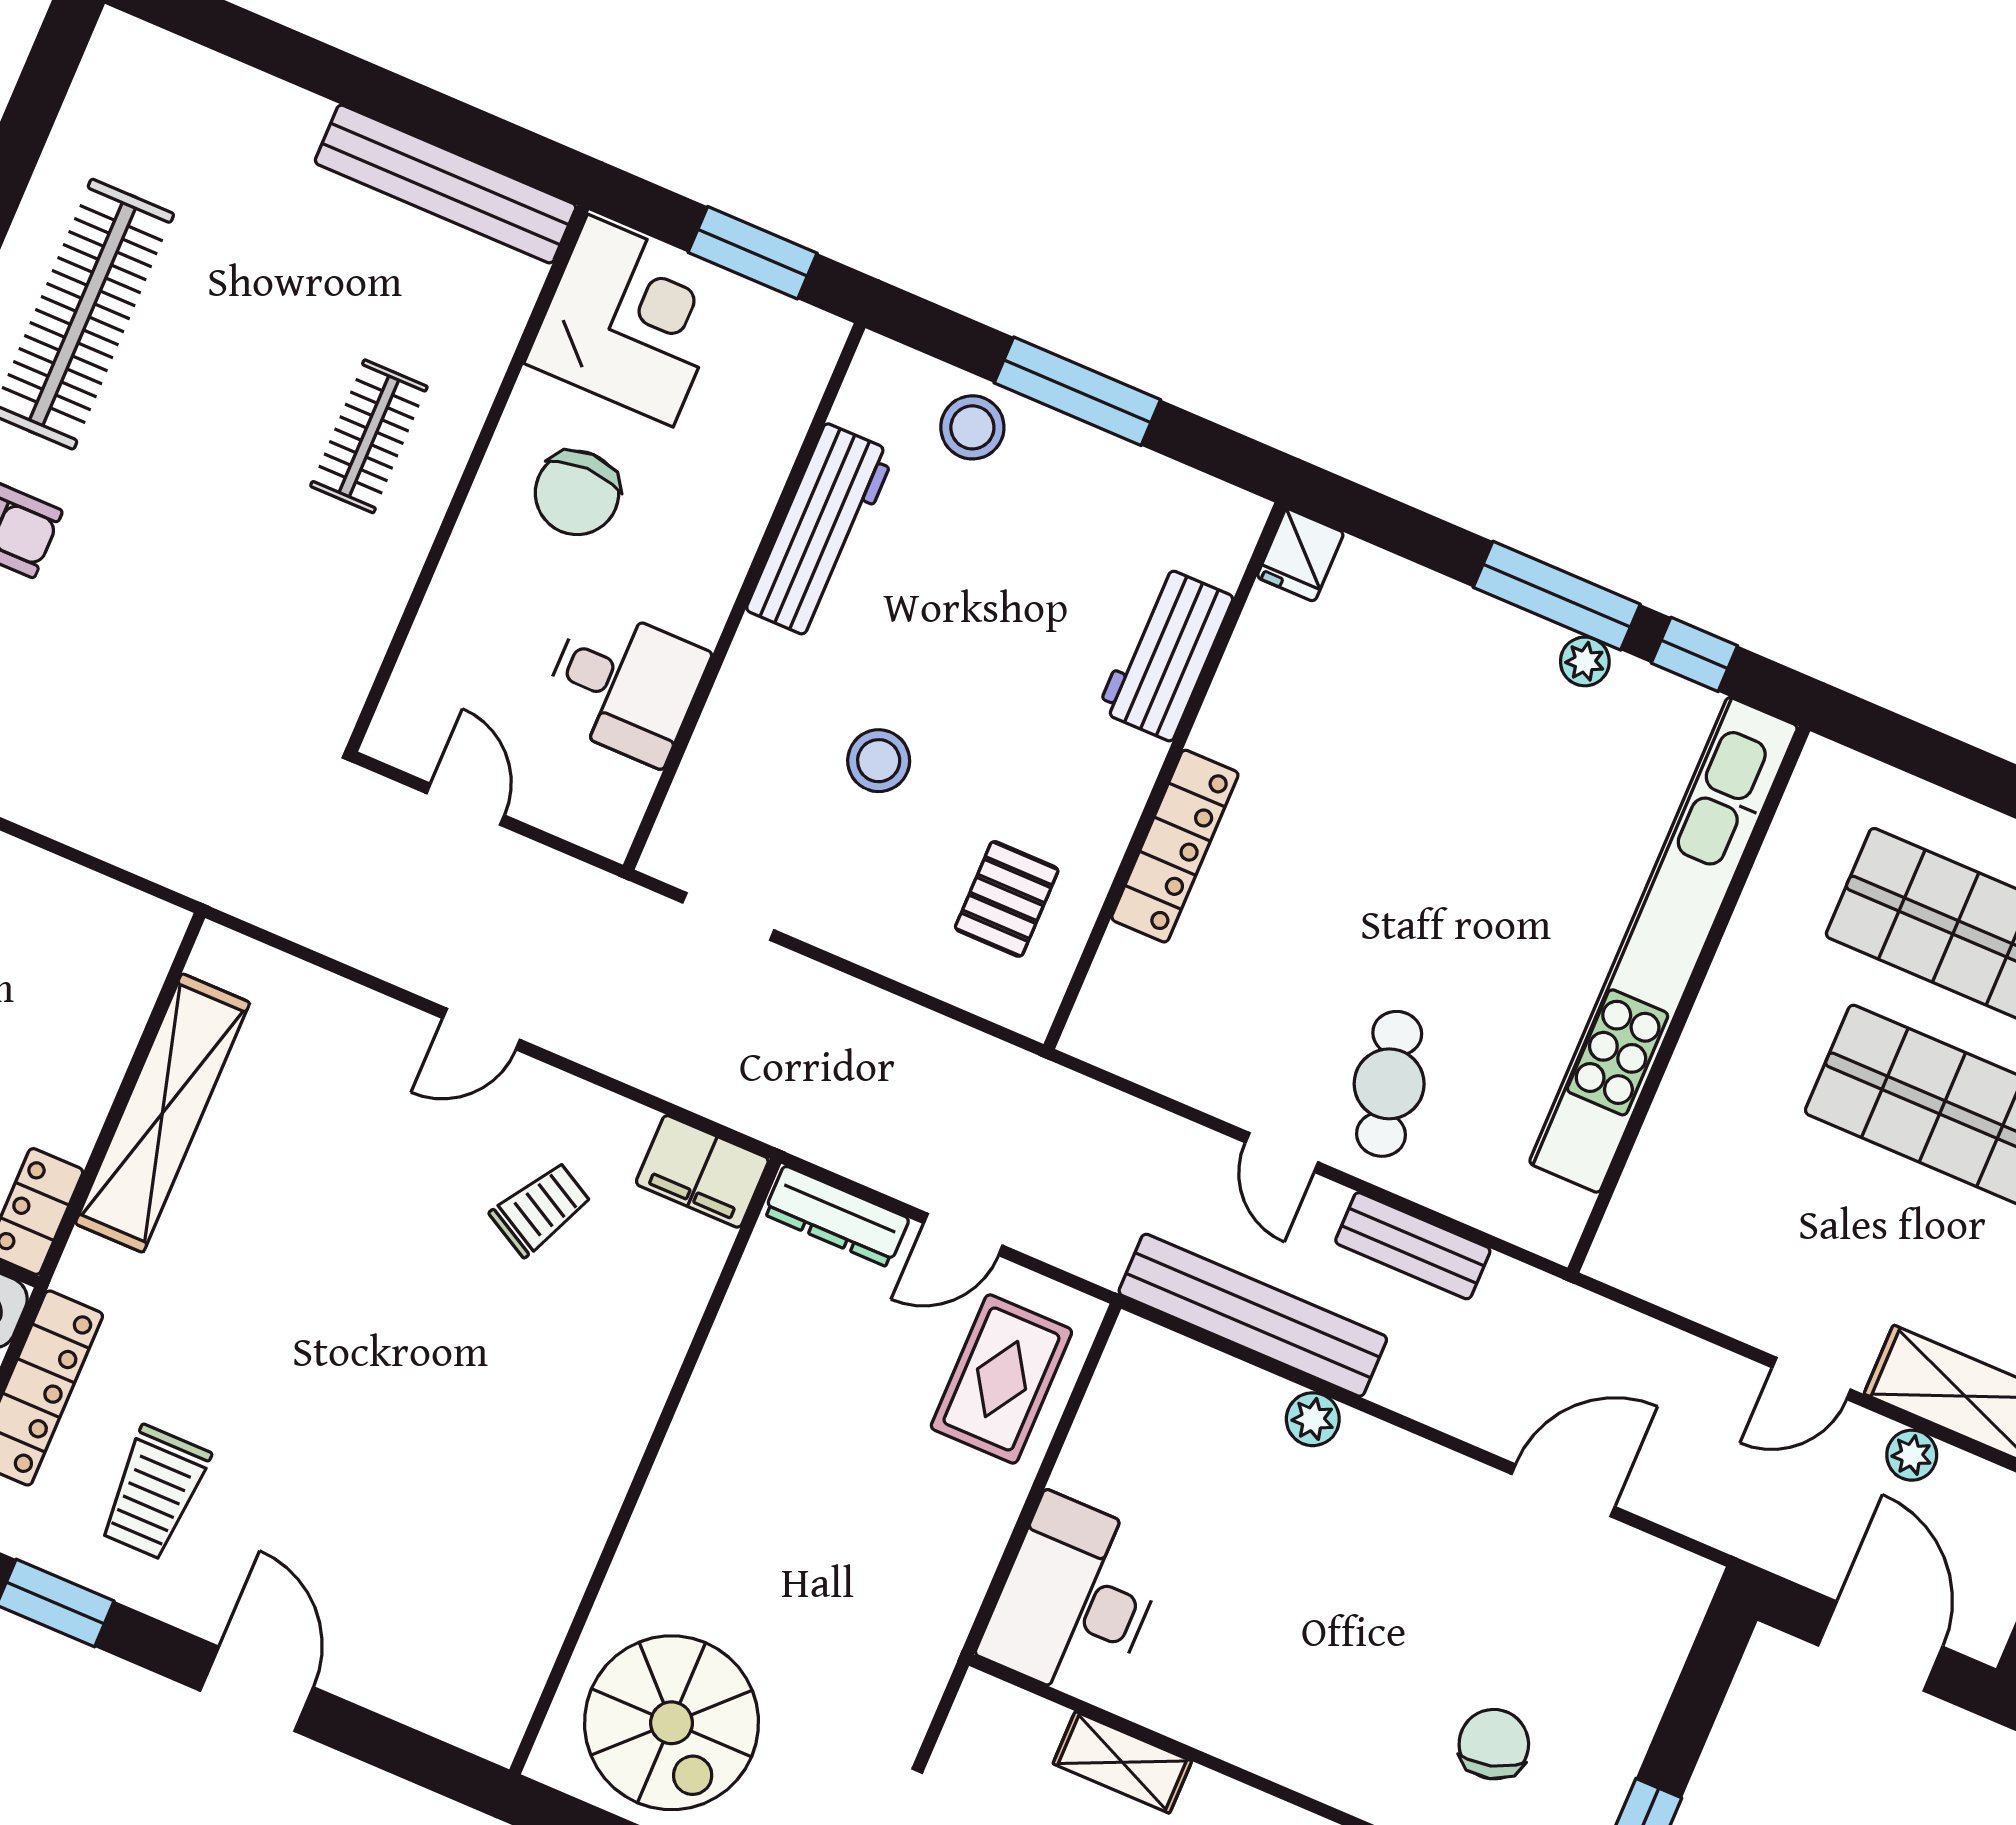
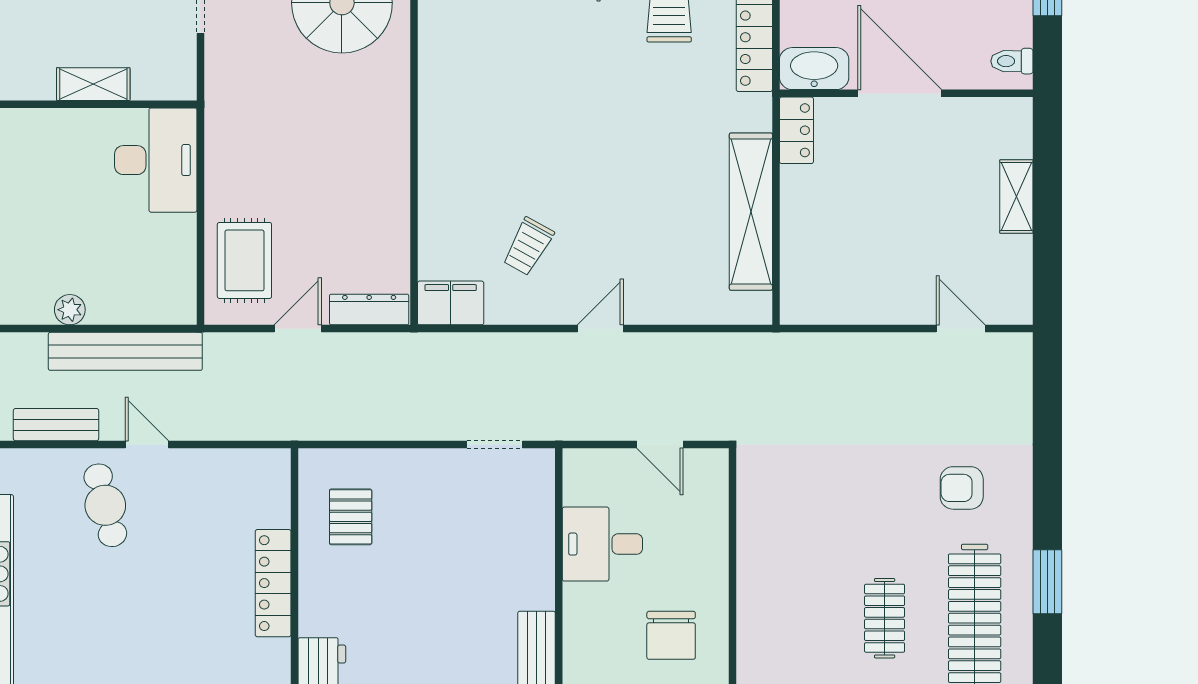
clothes rail: (369, 436) -> (885, 618), moved
chair: (577, 493) -> (671, 635), turned 180
stool: (879, 761) -> (450, 561), removed

